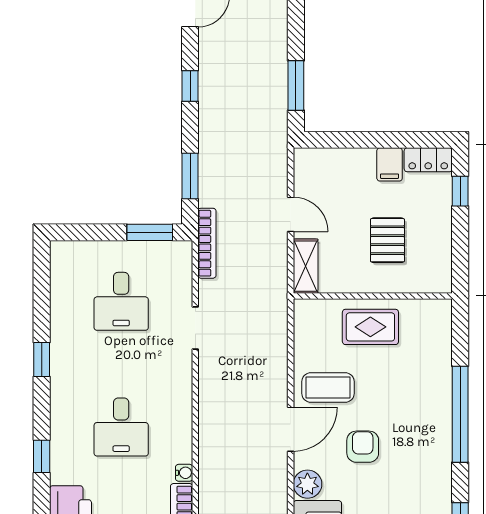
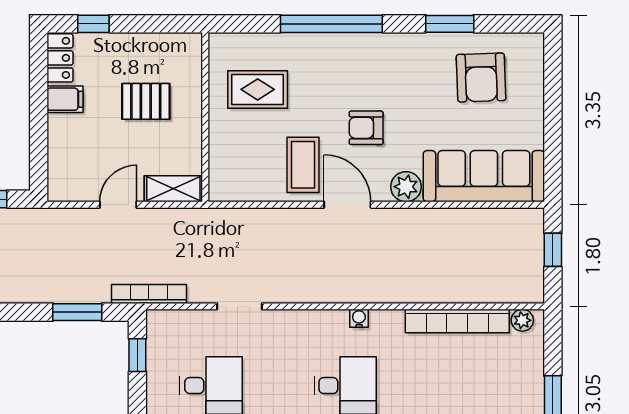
window: (150, 232) -> (137, 355), width x0.67
rug: (370, 327) -> (258, 89), moved, turned 90
water cooler: (184, 473) -> (359, 318), moved

